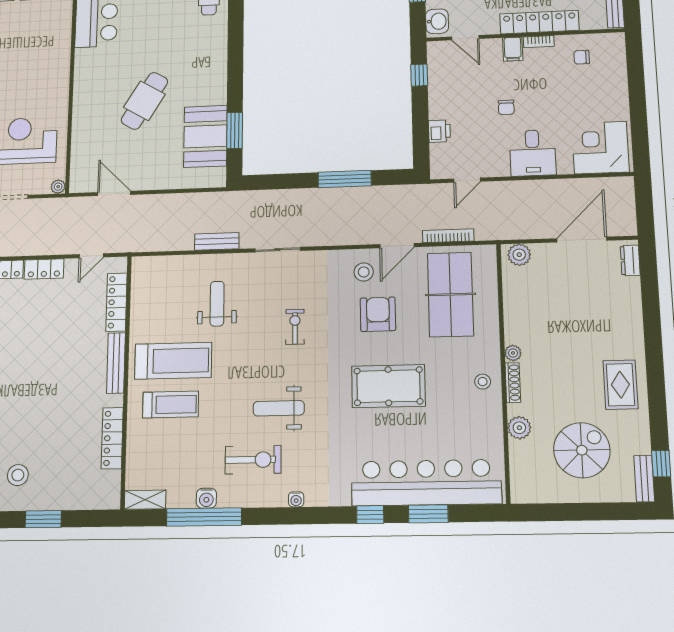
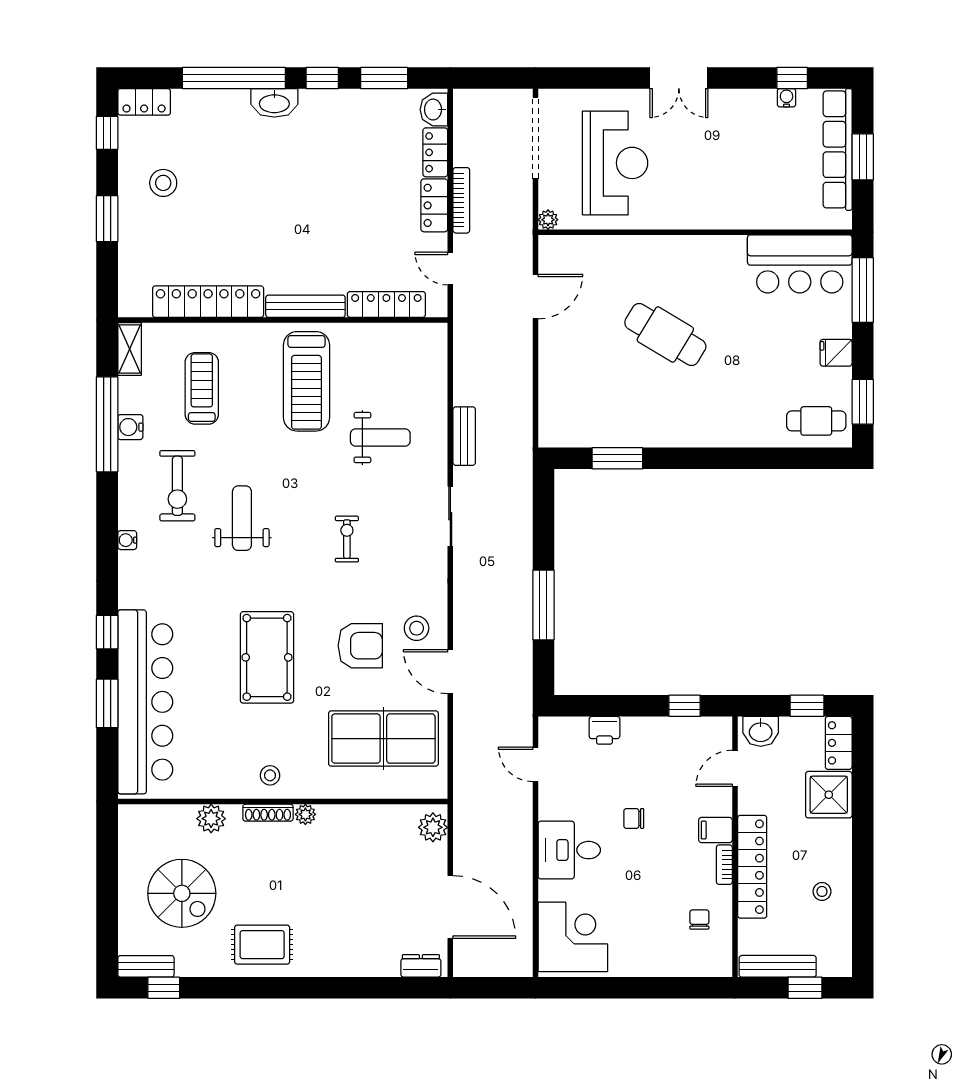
booth: (205, 136) -> (611, 419), removed
bookcase: (448, 236) -> (461, 200), moved
exercise bike: (295, 327) -> (347, 539), turned -90
treadmill: (171, 405) -> (202, 388), moved, turned 180
locker: (112, 438) -> (208, 302), width x1.41, depth x1.21

